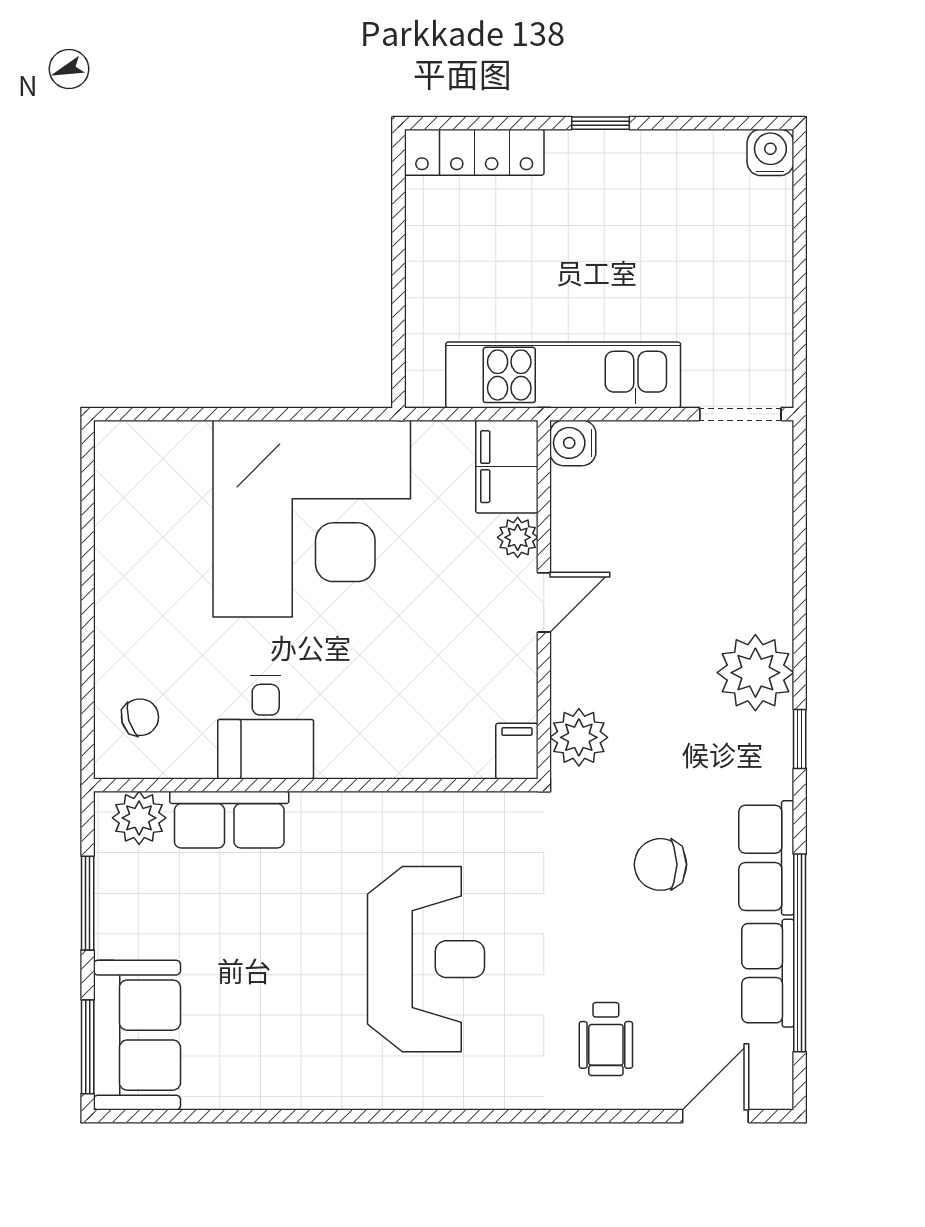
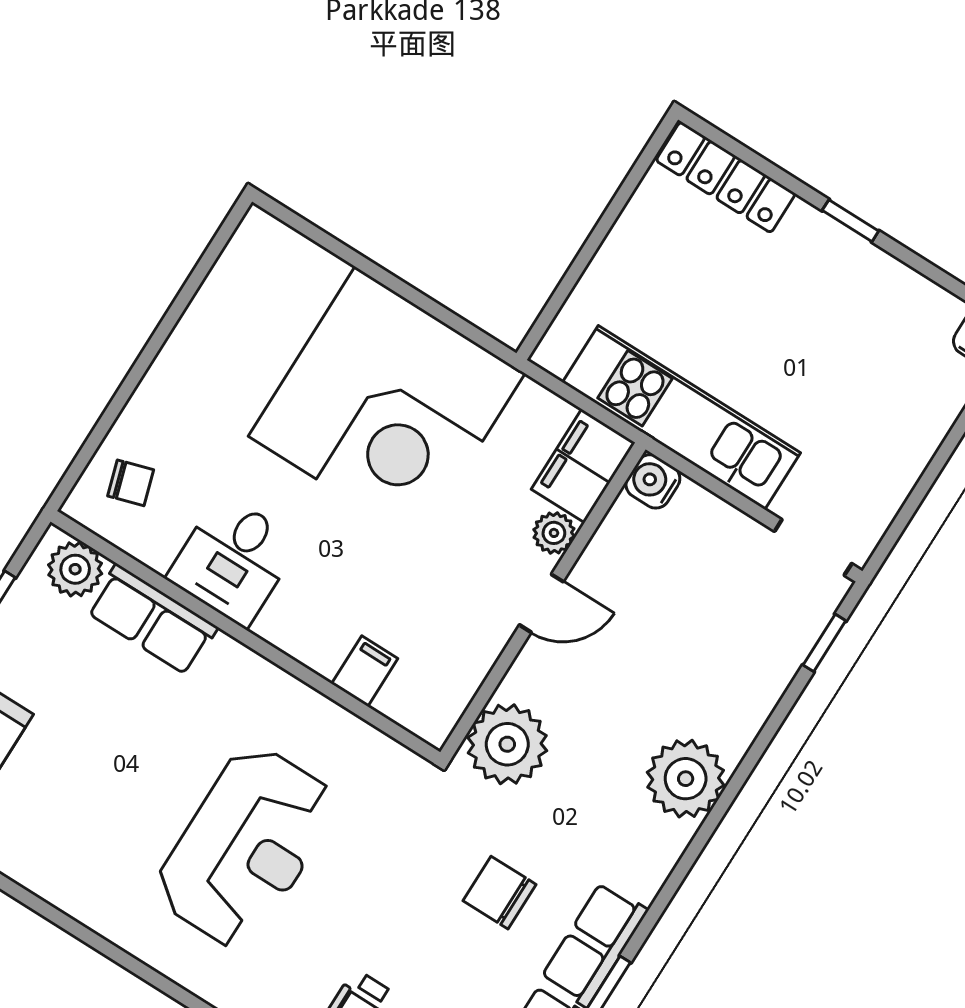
plant: (579, 737) -> (507, 744), width x1.36, depth x1.36
window: (800, 739) -> (824, 643), moved
filing cabinet: (517, 751) -> (365, 671), moved

